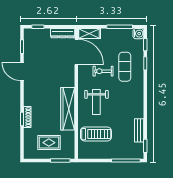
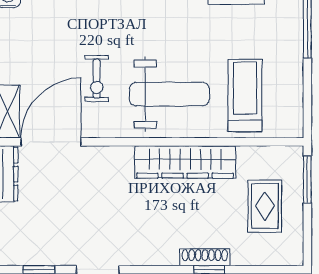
exercise mat: (125, 67) -> (86, 27), removed
weight bench: (96, 102) -> (169, 94), width x1.36, depth x1.33

